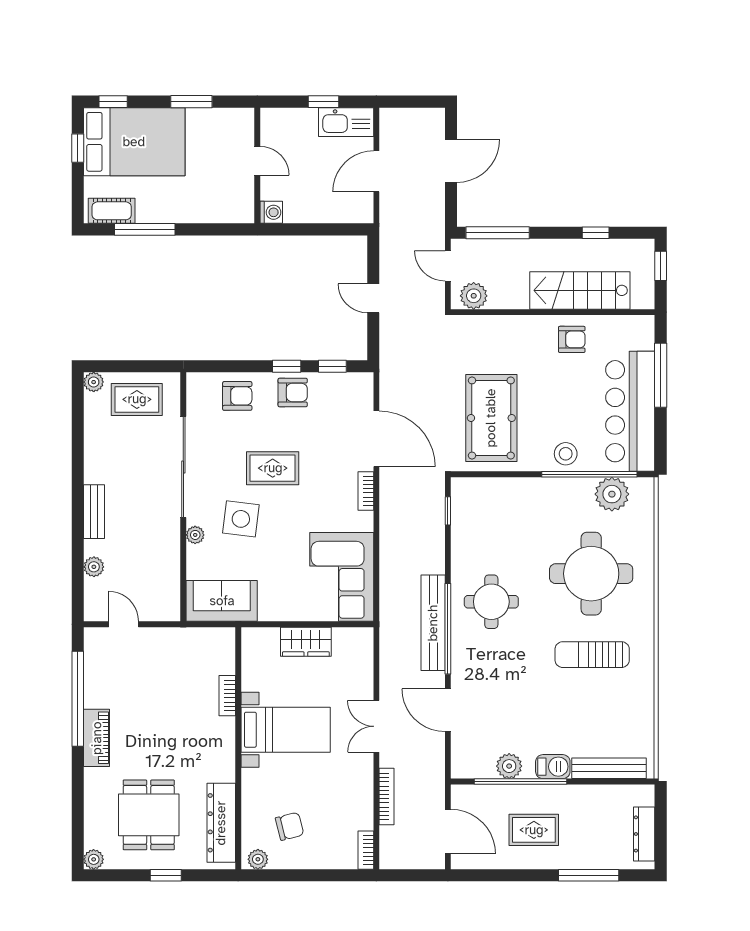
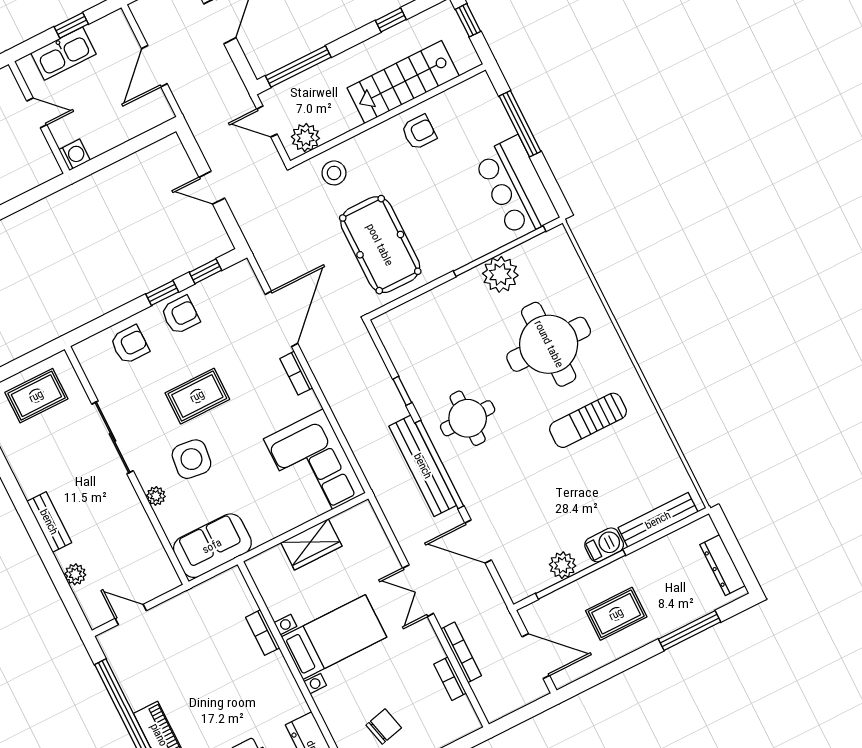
kitchen sink: (346, 122) -> (63, 54), moved
bar counter: (630, 411) -> (516, 187), width x0.73
door: (376, 439) -> (281, 319), hinge flipped
stool: (566, 454) -> (334, 173), moved
sliding door: (183, 467) -> (112, 437), width x0.73
plant: (612, 494) -> (500, 274), moved
window: (448, 511) -> (402, 391), moved
bookcase: (366, 850) -> (450, 679), moved

